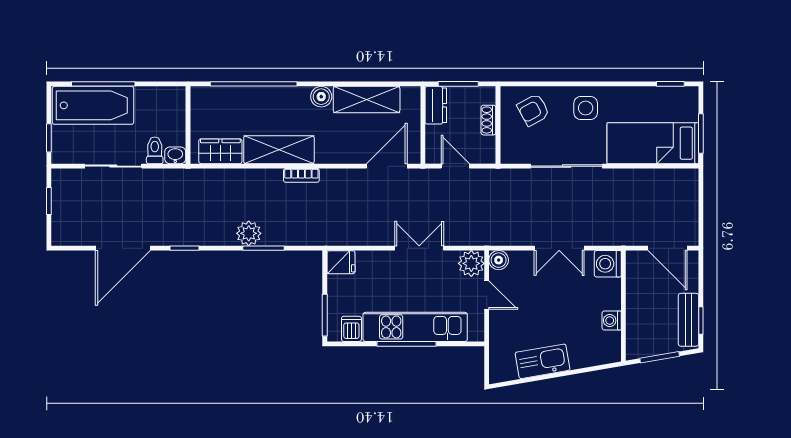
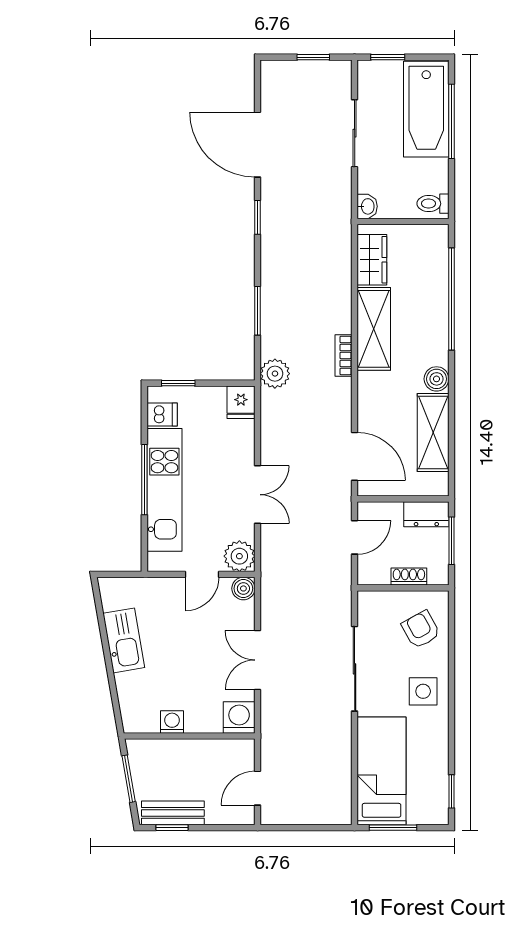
toilet: (155, 150) -> (433, 204), moved, turned 180
plant: (249, 233) -> (275, 374), moved
door: (668, 248) -> (258, 788), width x0.73
window: (325, 315) -> (178, 383), width x0.67

